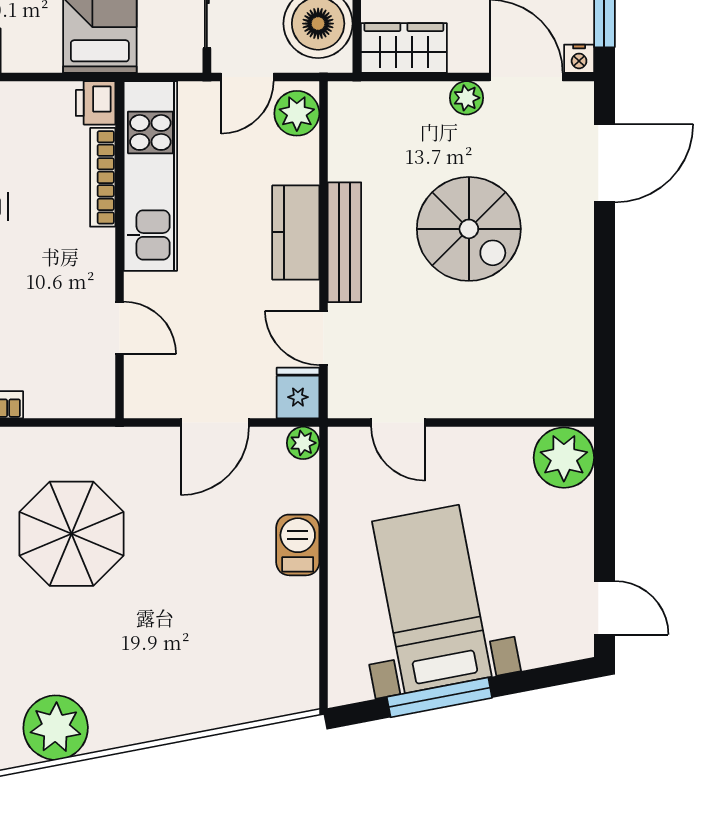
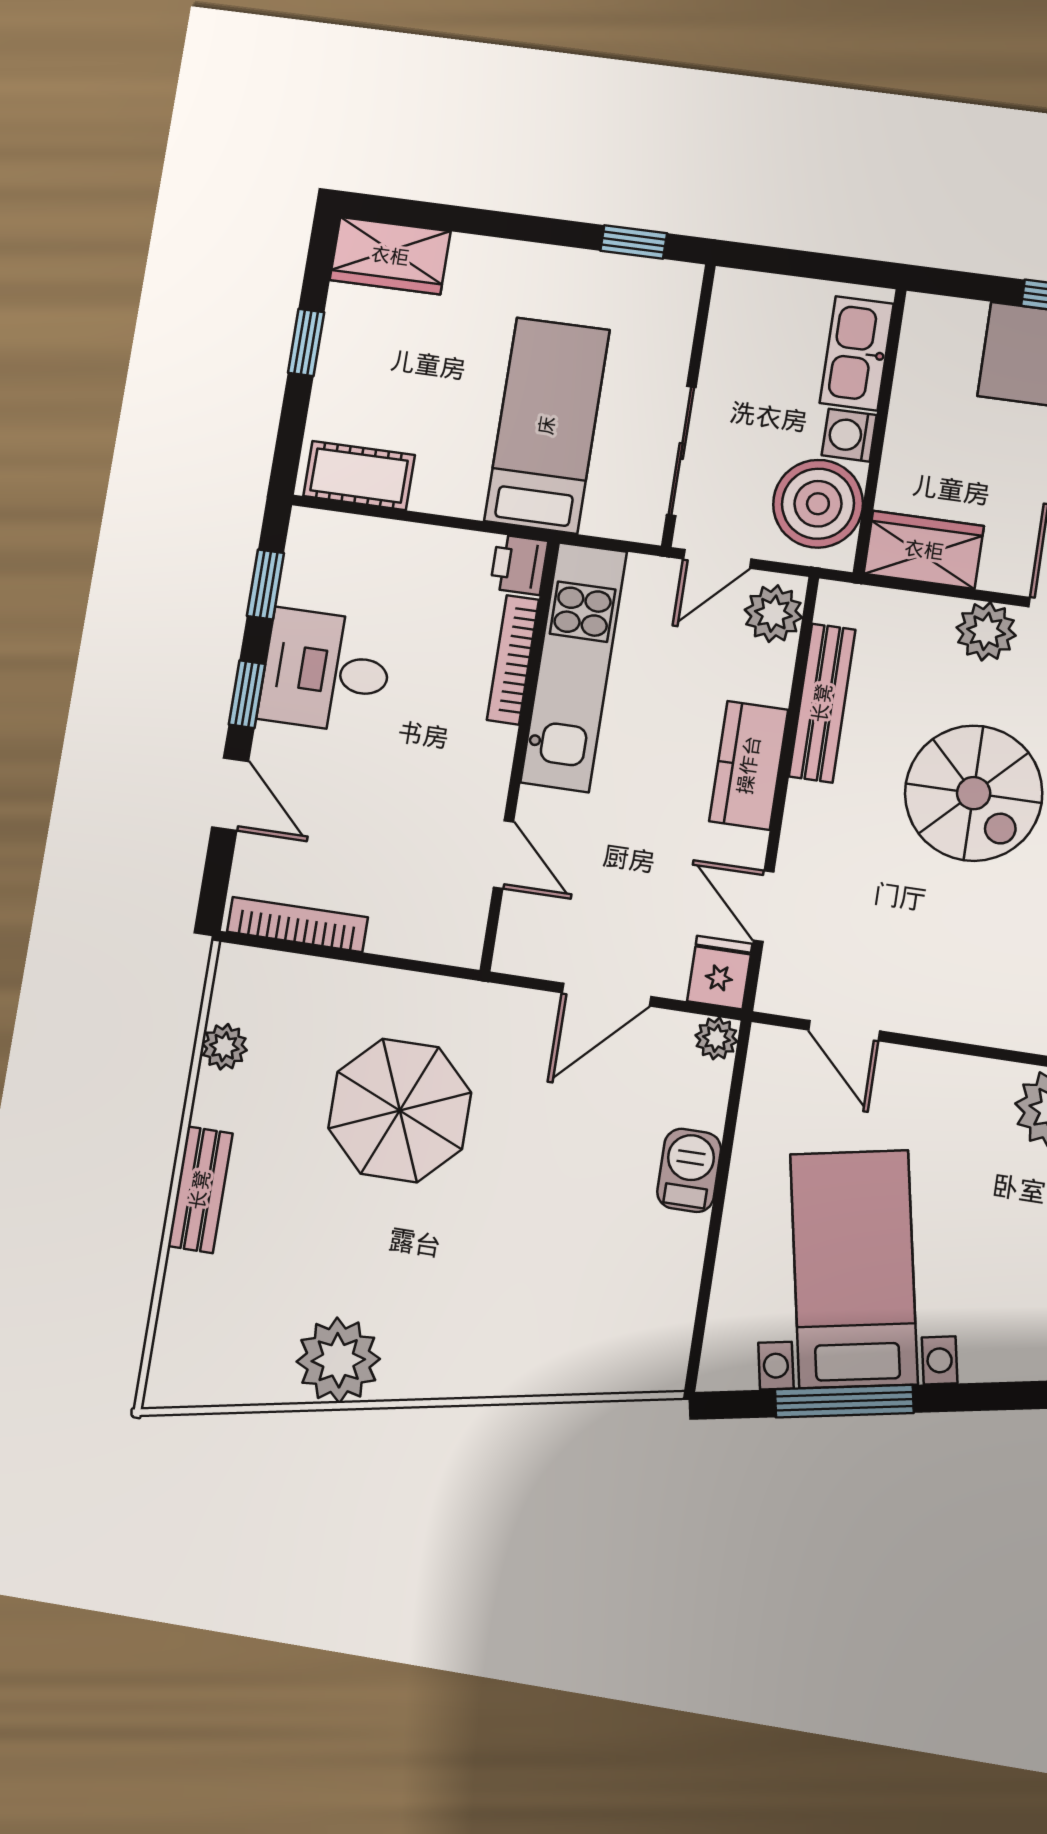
plant: (467, 98) -> (986, 631), width x1.38, depth x1.38
bench: (344, 242) -> (822, 703), moved

